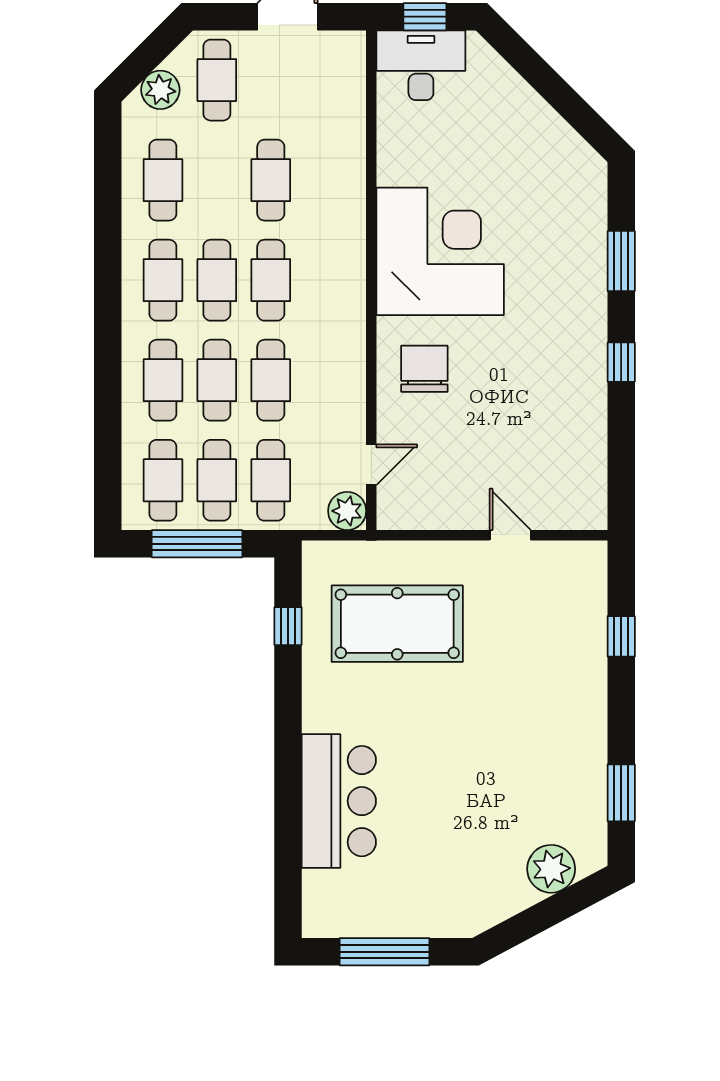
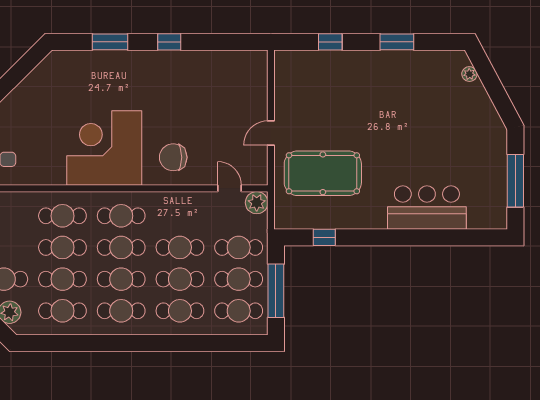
cafe table: (217, 180) -> (62, 279), added
cafe table: (325, 180) -> (62, 216), added
cafe table: (325, 280) -> (121, 216), added
door: (510, 535) -> (271, 133), moved
pool table: (397, 624) -> (323, 173), turned 90
window: (621, 793) -> (397, 42), moved
plant: (551, 869) -> (469, 74), width x0.53, depth x0.53

